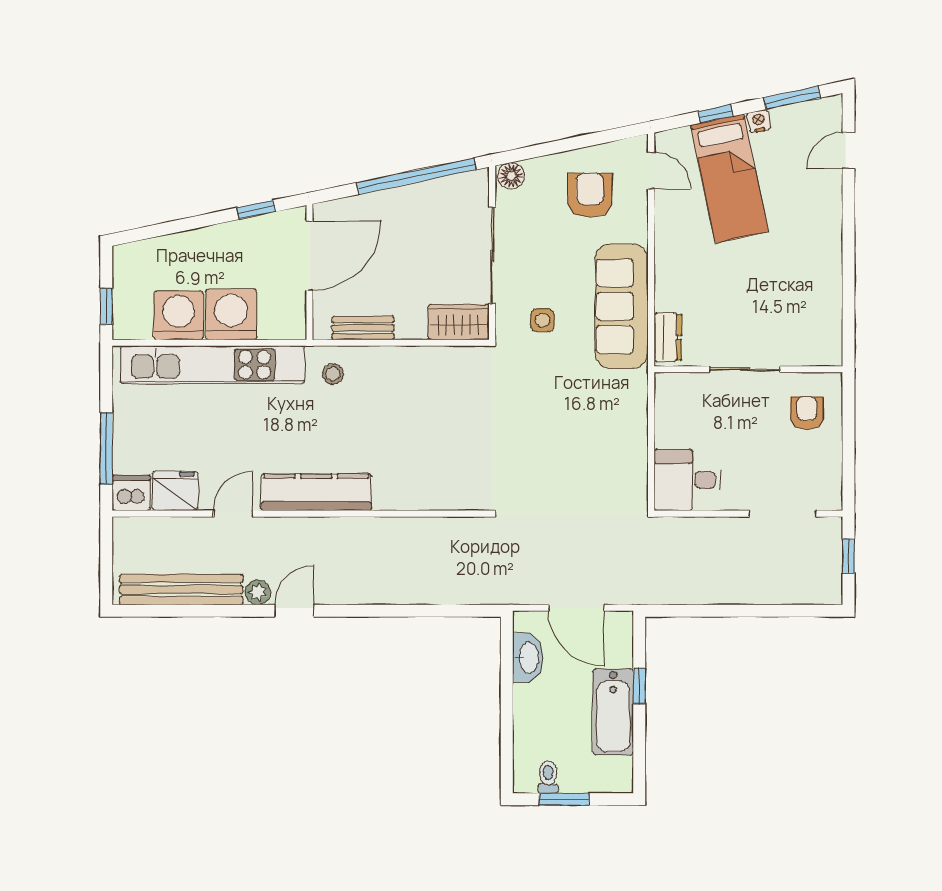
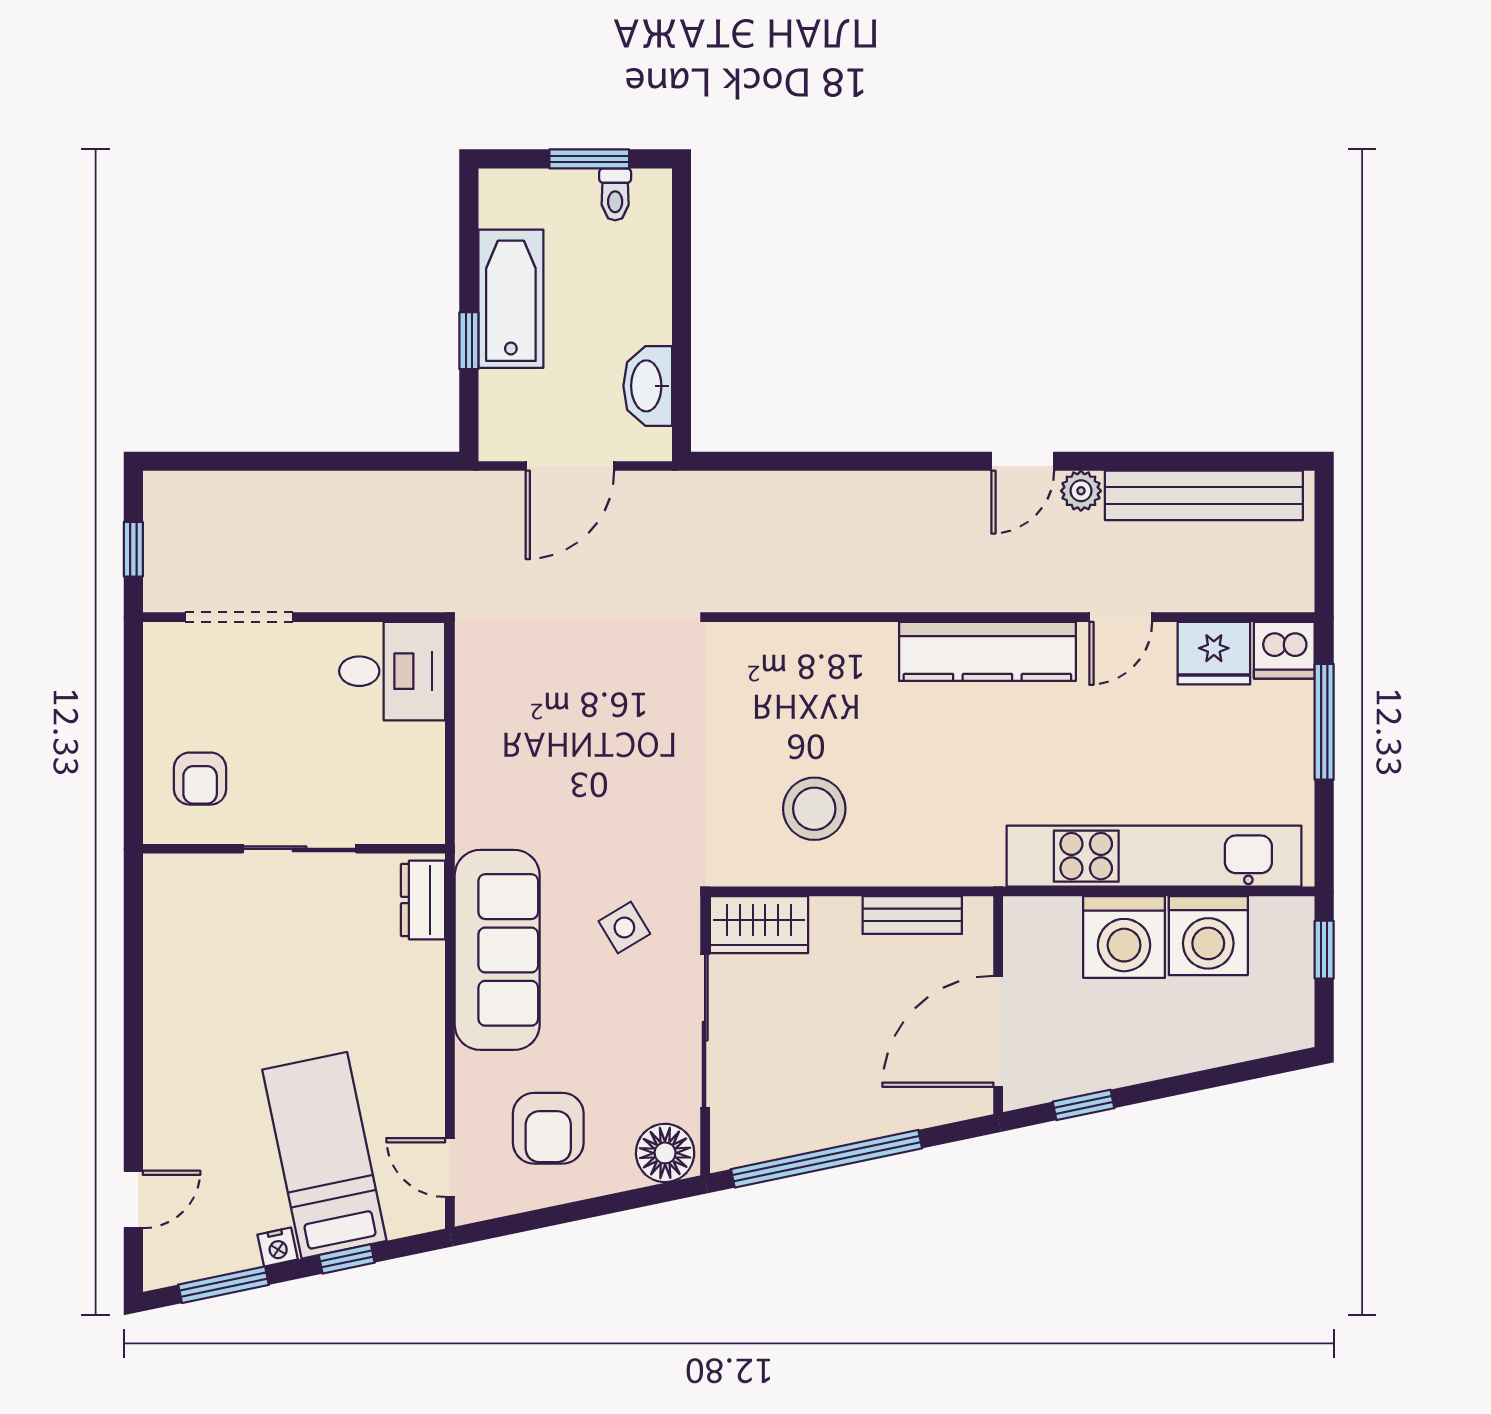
floor lamp: (511, 176) -> (665, 1153), width x1.38, depth x1.38
side table: (542, 320) -> (624, 928), turned -31
stool: (333, 374) -> (814, 809), moved, width x1.89, depth x1.89
door: (576, 608) -> (570, 466), swing flipped

